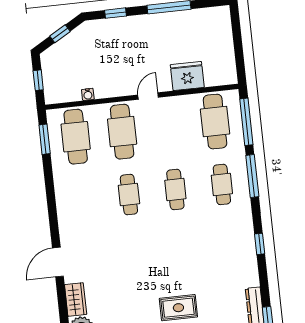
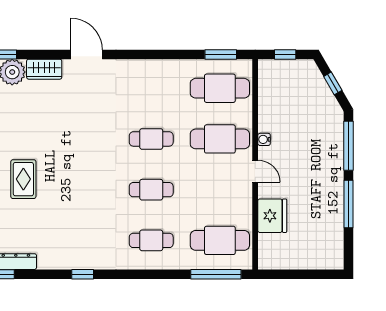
window: (116, 13) -> (349, 146), width x2.17
water cooler: (88, 94) -> (264, 139), moved
window: (252, 176) -> (157, 274), removed

